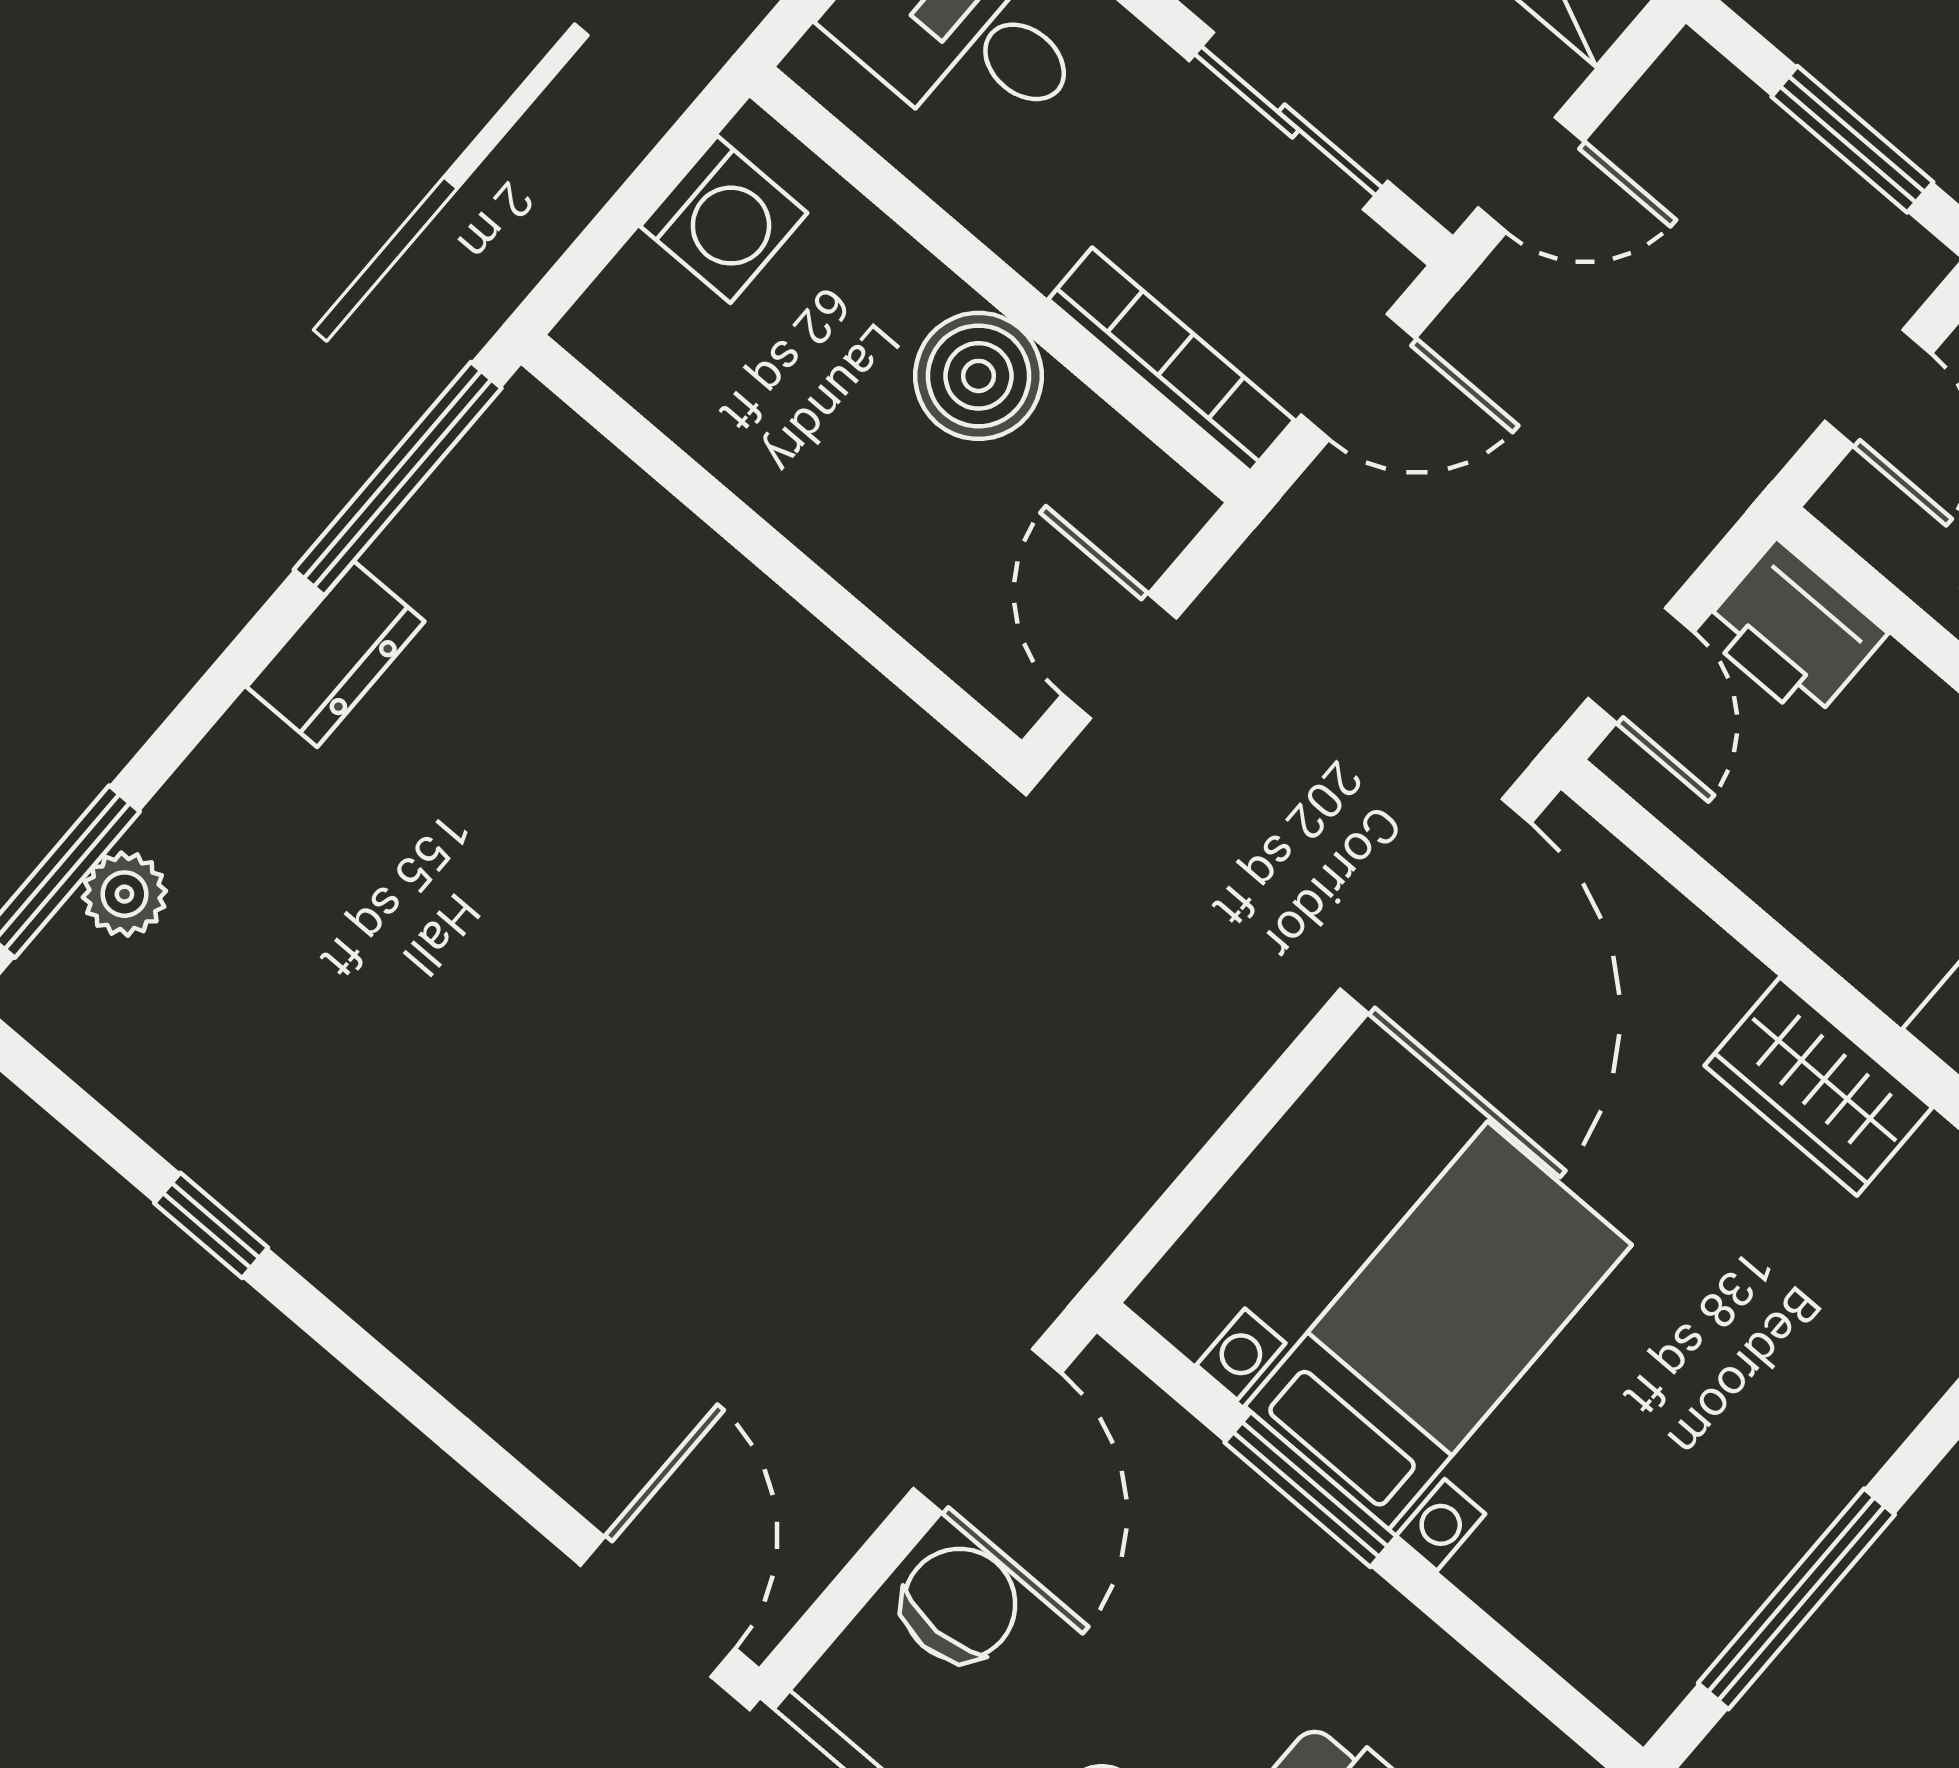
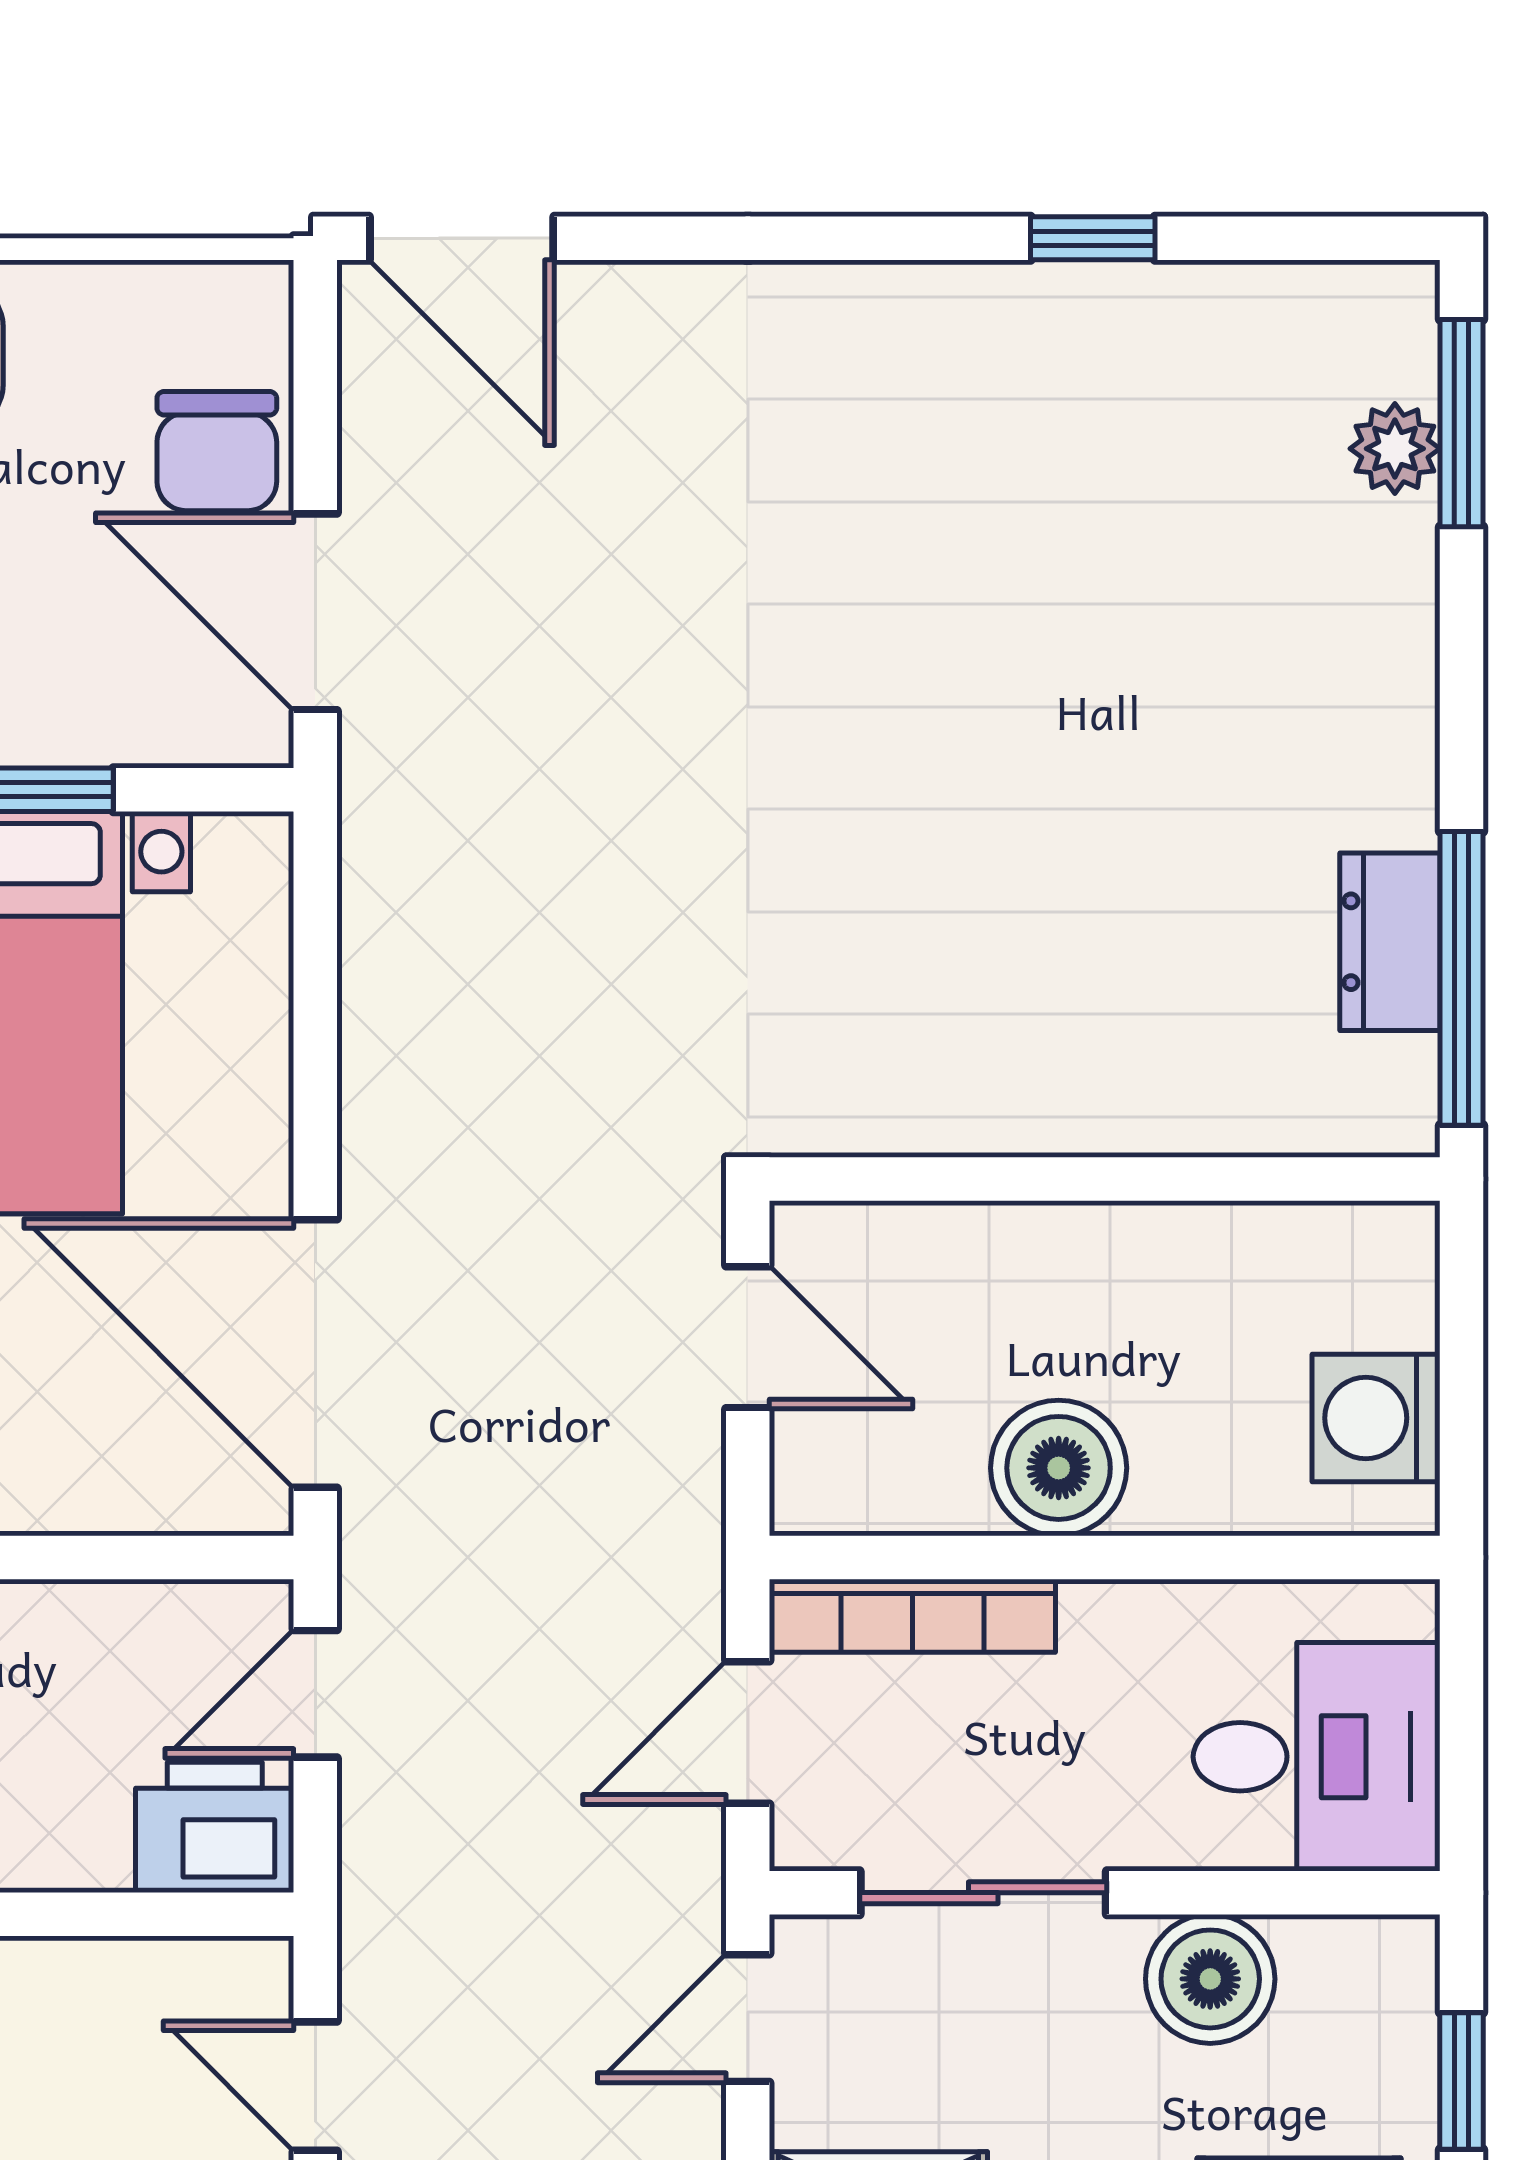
dresser: (335, 654) -> (1390, 942), moved
door: (1641, 665) -> (315, 1694), hinge flipped

